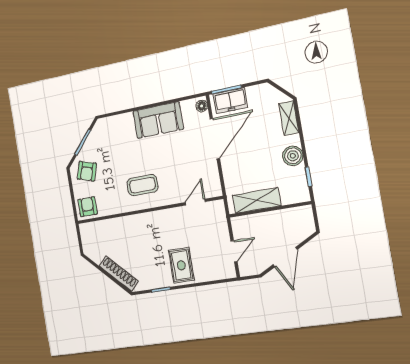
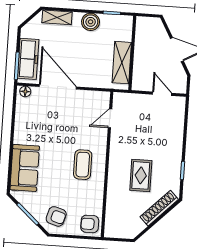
freezer: (230, 101) -> (28, 59), width x1.40
sofa: (158, 120) -> (25, 168), moved
door: (195, 202) -> (110, 118), hinge flipped
rug: (181, 265) -> (141, 175), moved, turned 90

